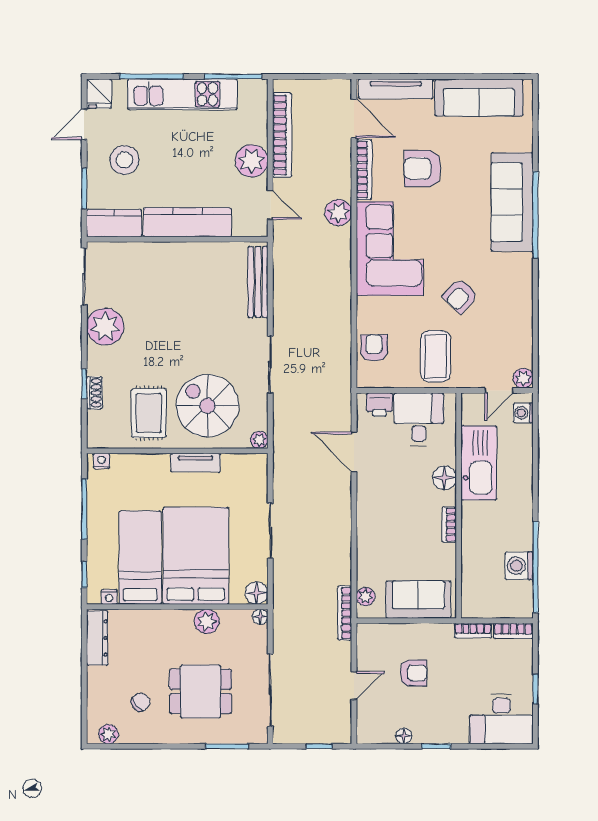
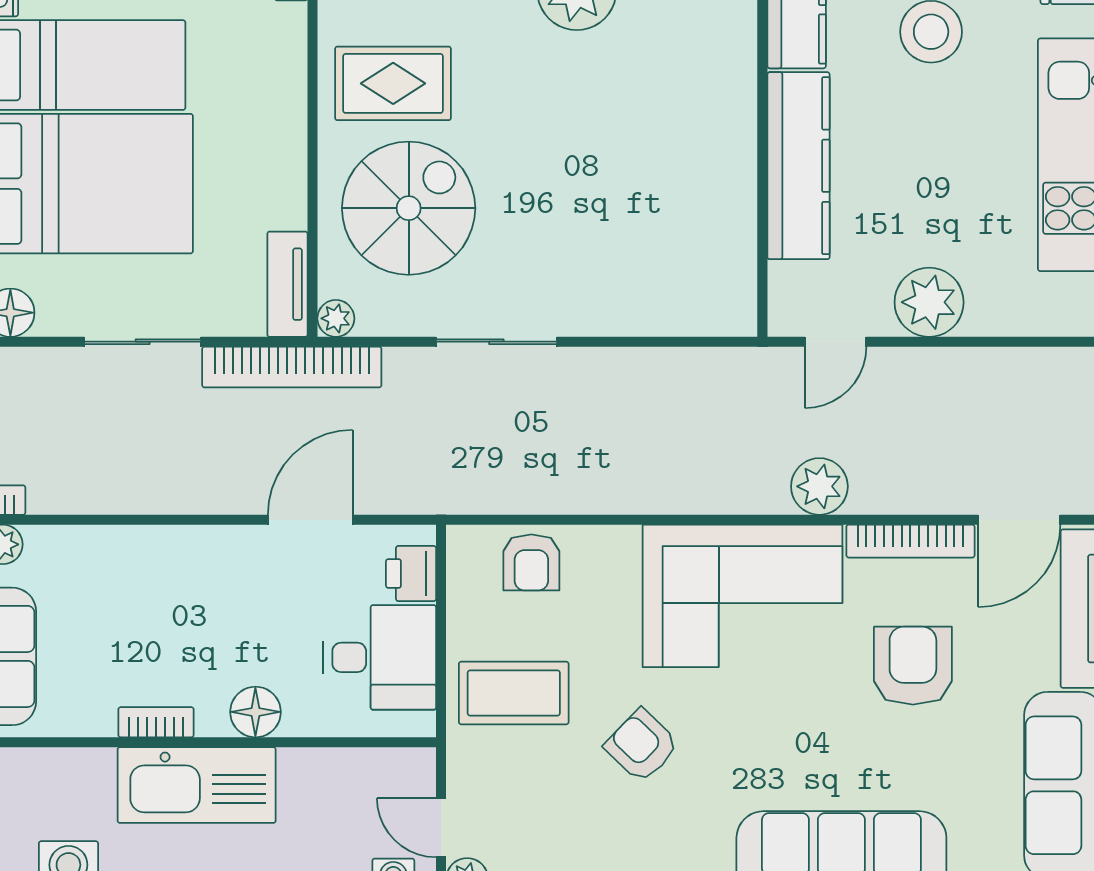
bookcase: (282, 135) -> (292, 367), moved
bench: (258, 282) -> (672, 316), removed
armchair: (374, 348) -> (531, 562), turned 90
tv unit: (196, 463) -> (287, 284), moved
kitchen sink: (479, 463) -> (197, 785), moved

